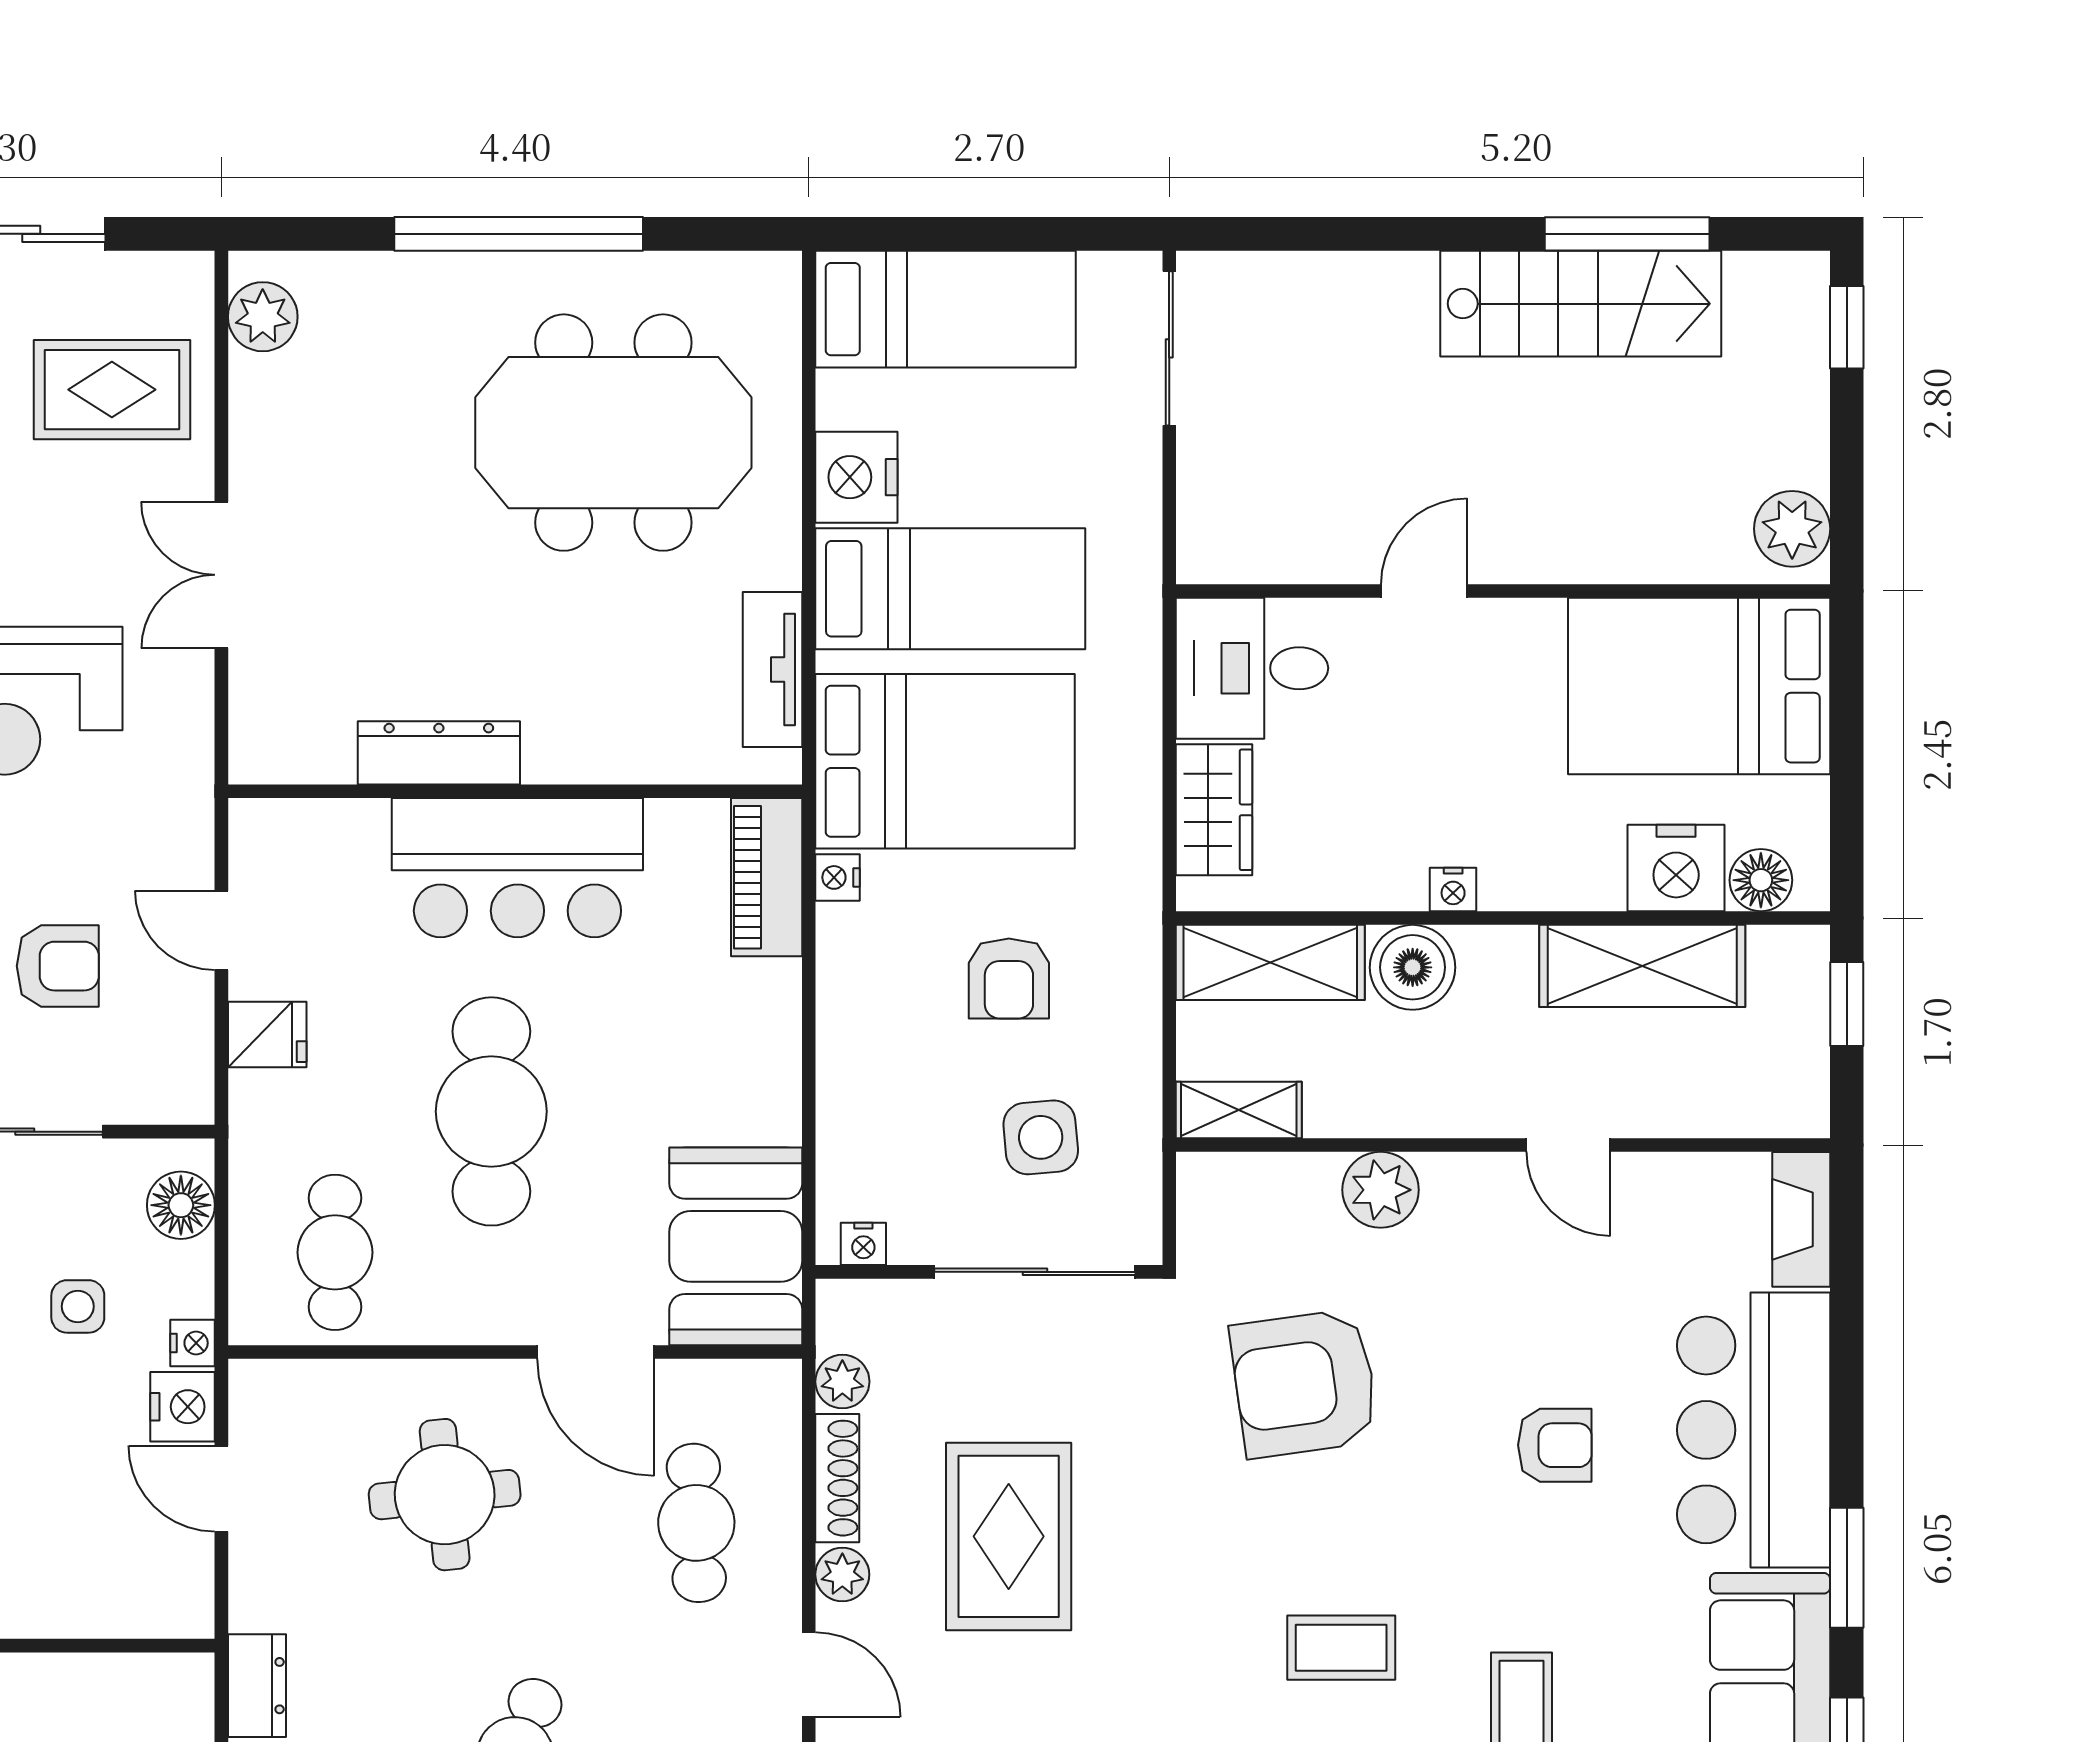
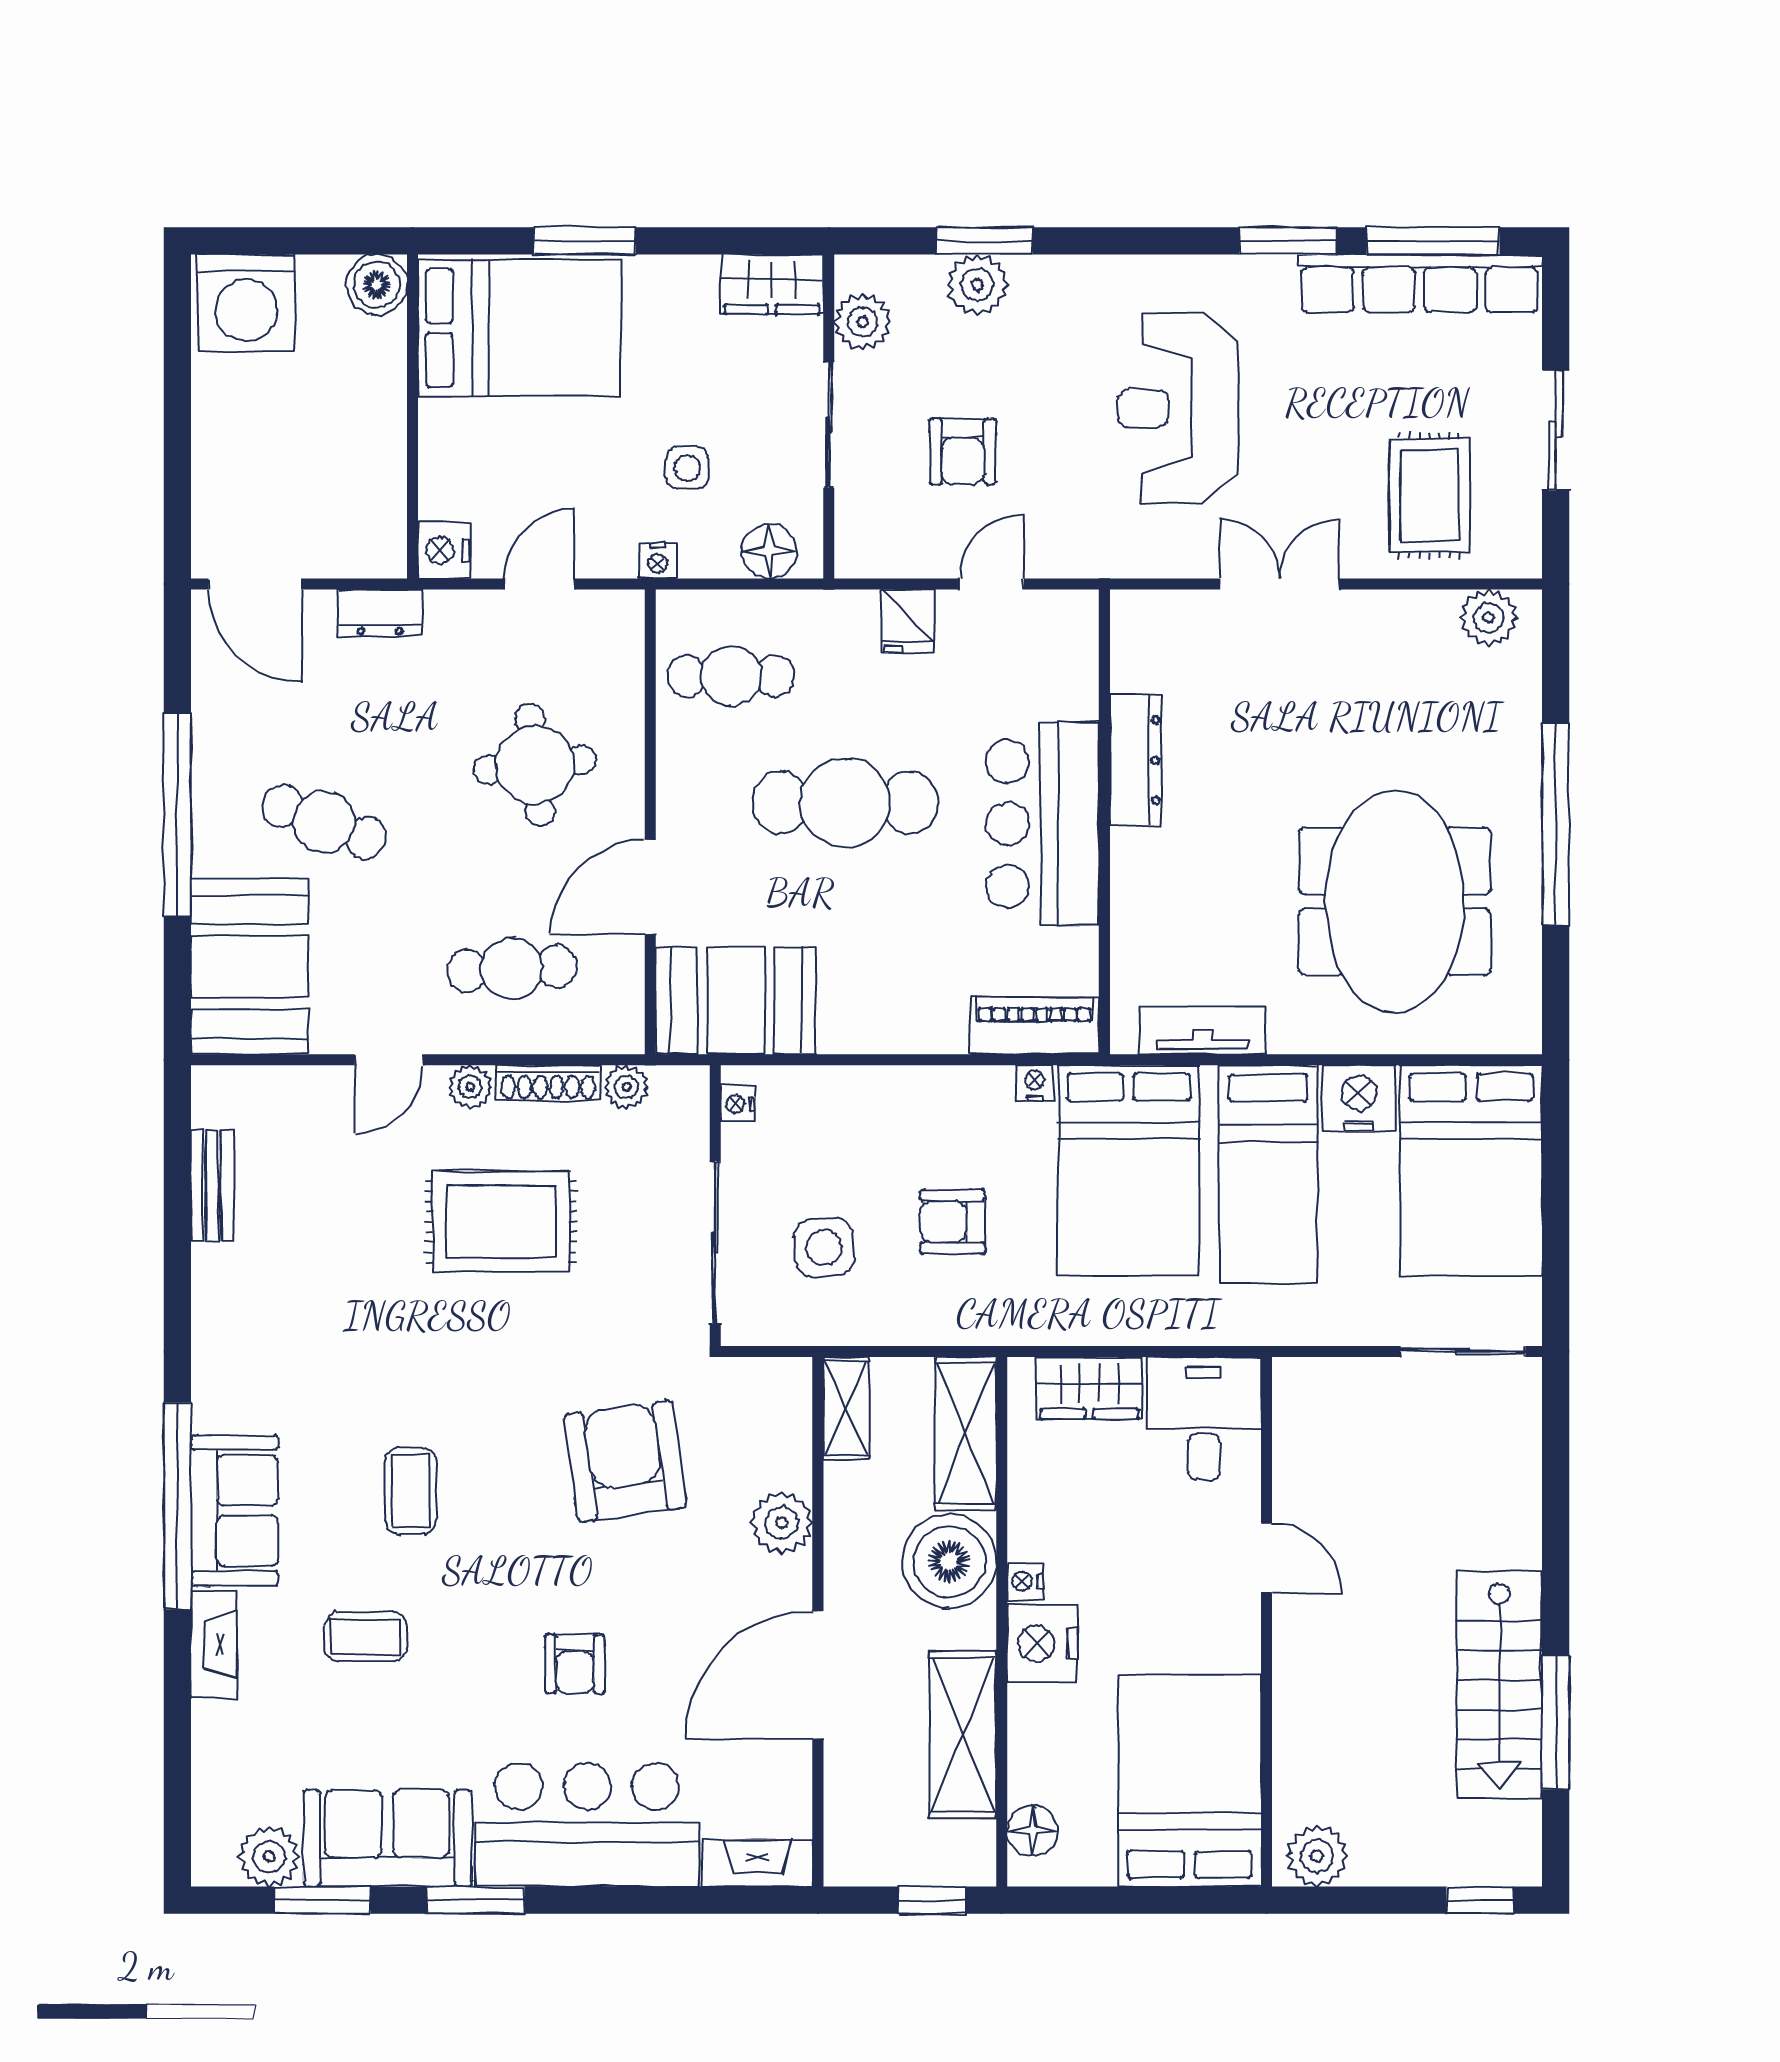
bed: (946, 309) -> (1471, 1170), width x1.50
nightstand: (1676, 868) -> (1042, 1644), moved
boiler: (1413, 967) -> (949, 1561), width x1.37, depth x1.37
door: (1568, 1145) -> (818, 1675), width x1.88
nightstand: (183, 1407) -> (444, 550), moved, turned 90

